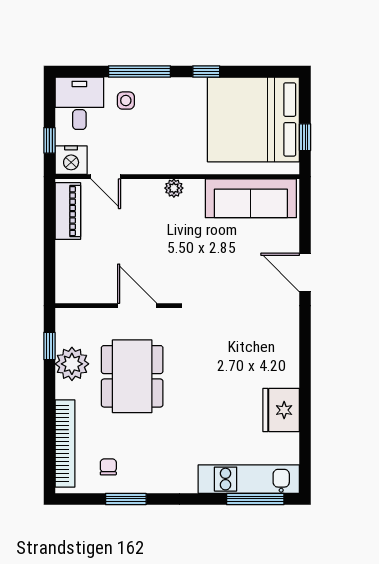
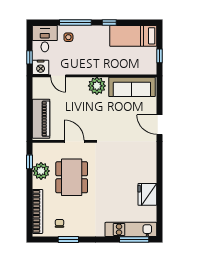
bed: (253, 119) -> (133, 36), width x0.49
plant: (174, 188) -> (97, 86), width x1.88, depth x1.88
piano: (68, 211) -> (41, 119), moved, width x1.37, depth x1.33

